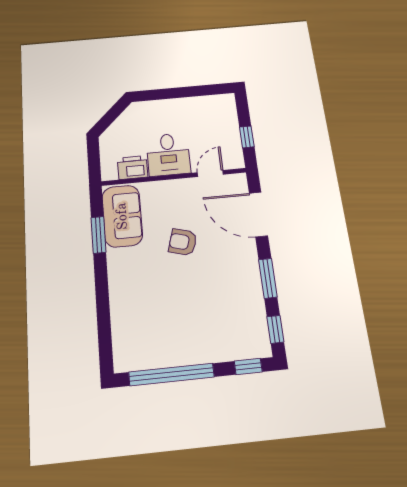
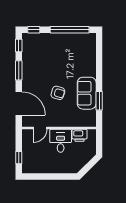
window: (247, 137) -> (19, 158), moved
sofa: (122, 216) -> (87, 93), moved

